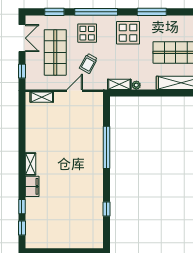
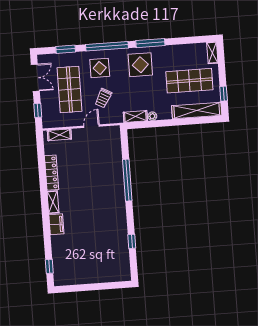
window: (152, 12) -> (150, 43), moved
locker: (31, 134) -> (52, 173), added
window: (22, 207) -> (48, 245), removed

